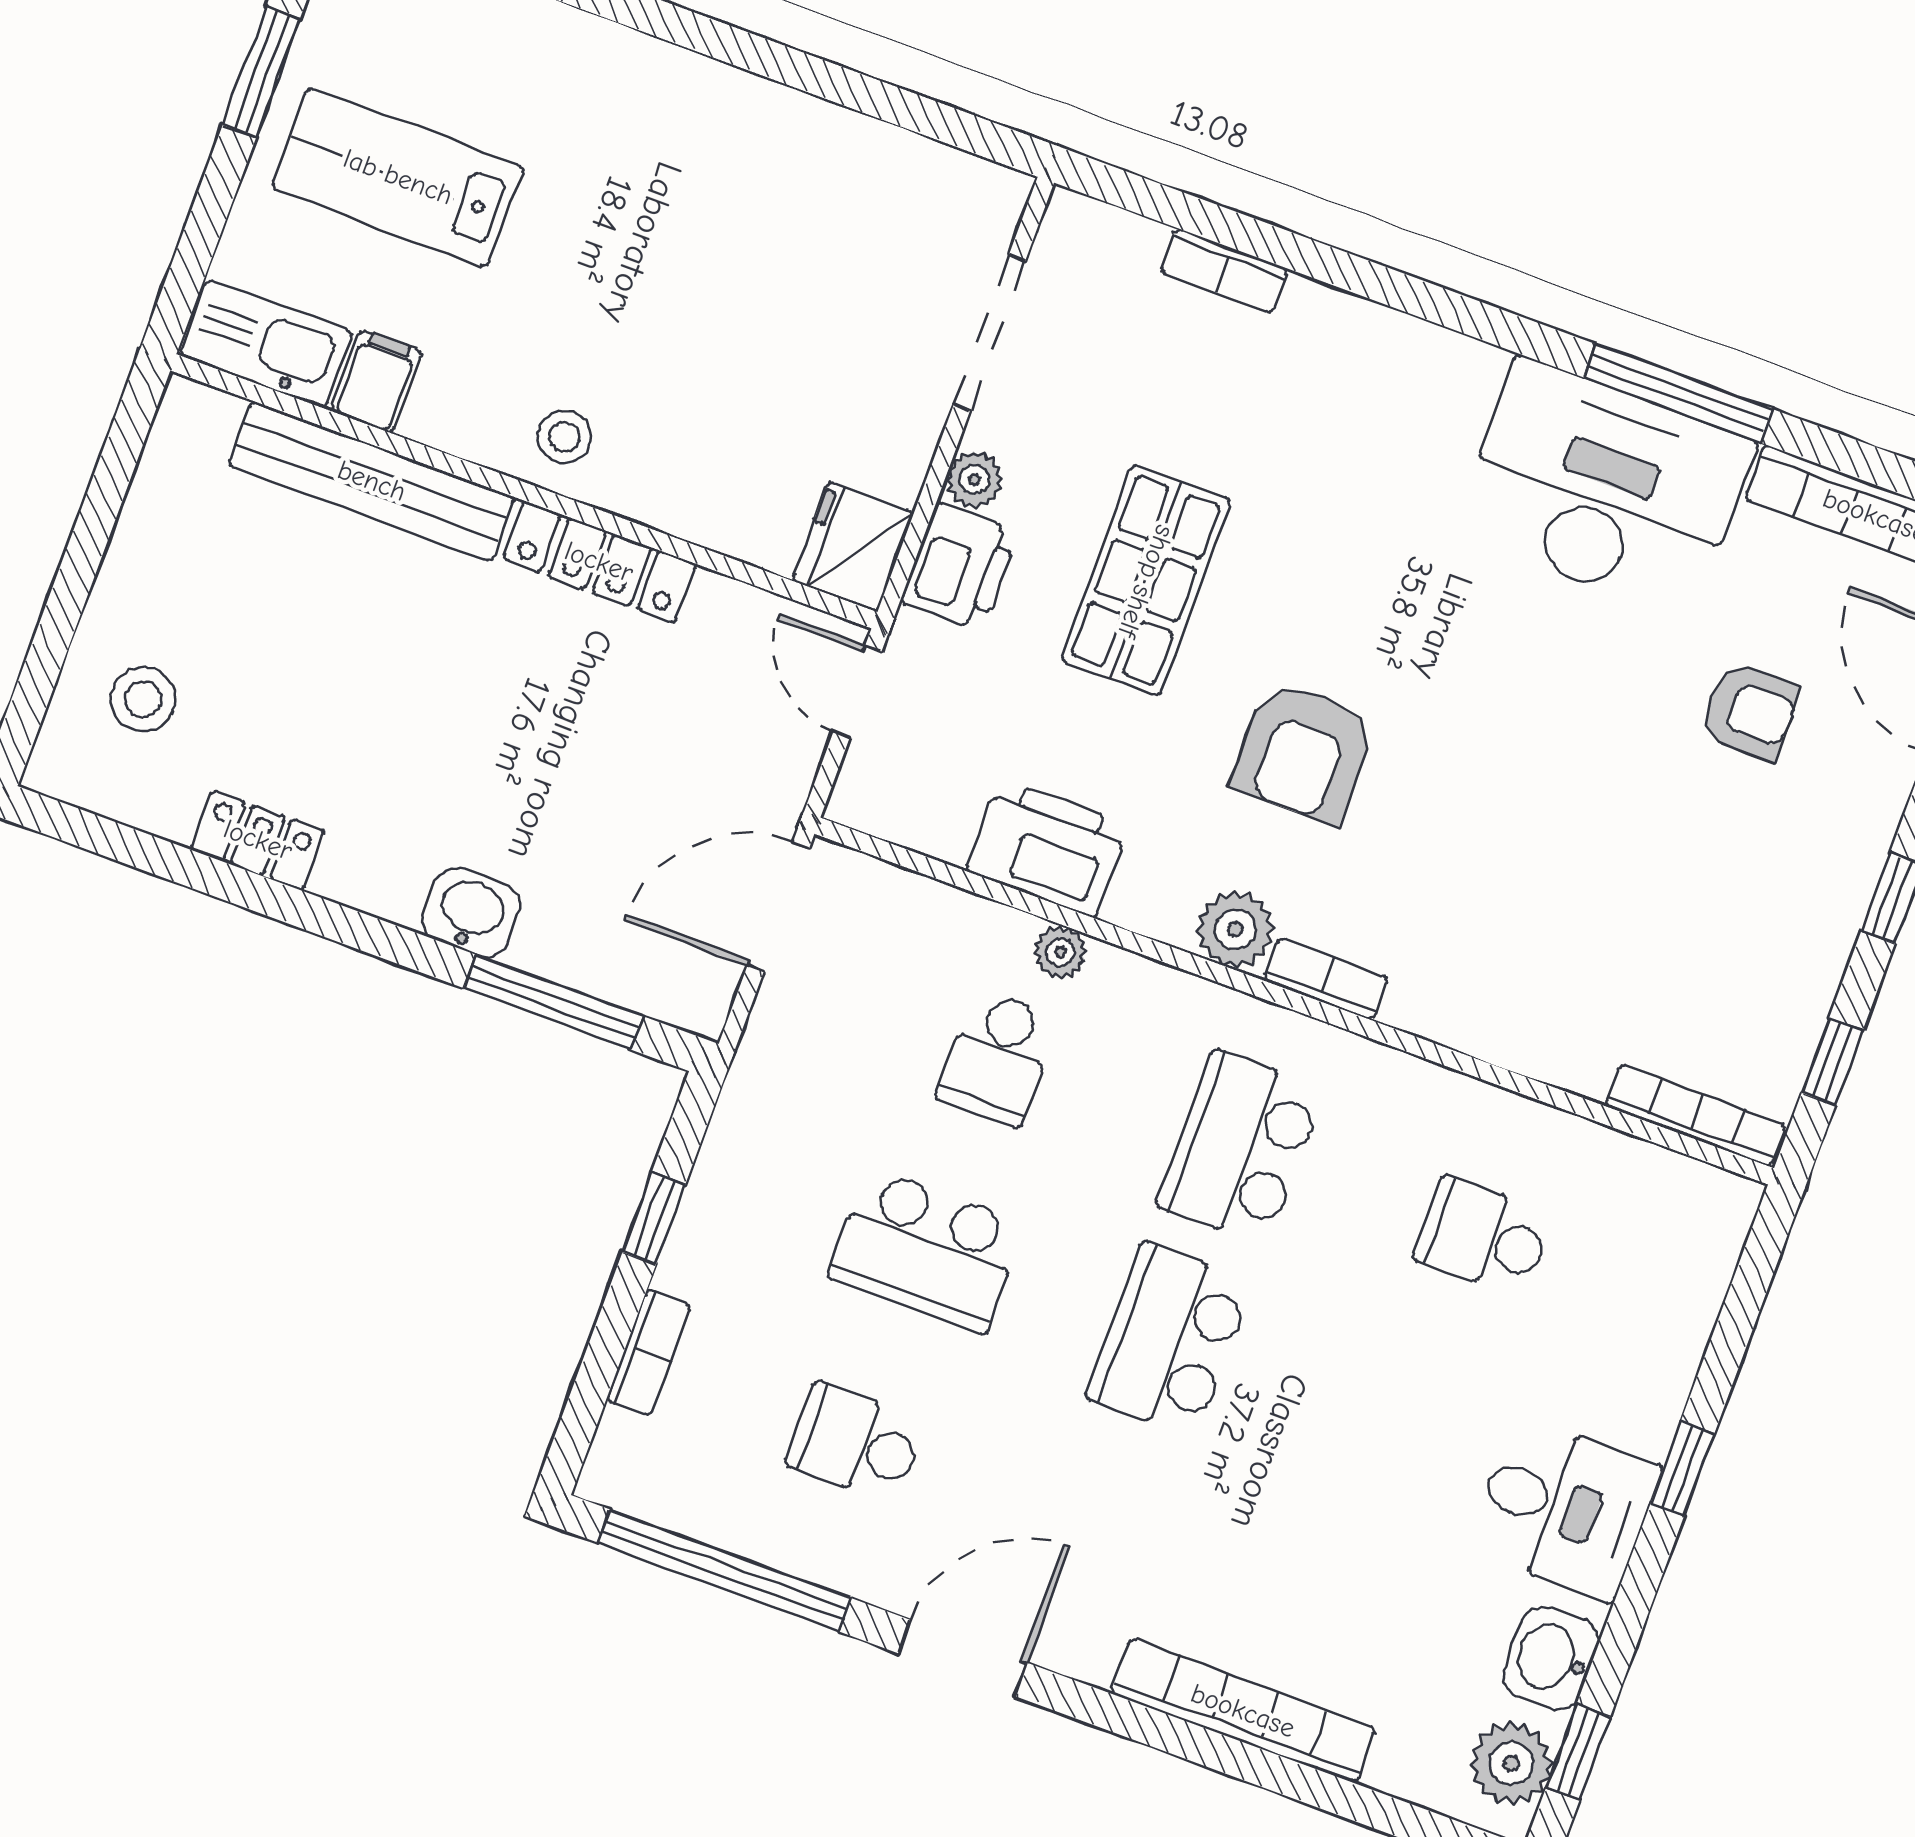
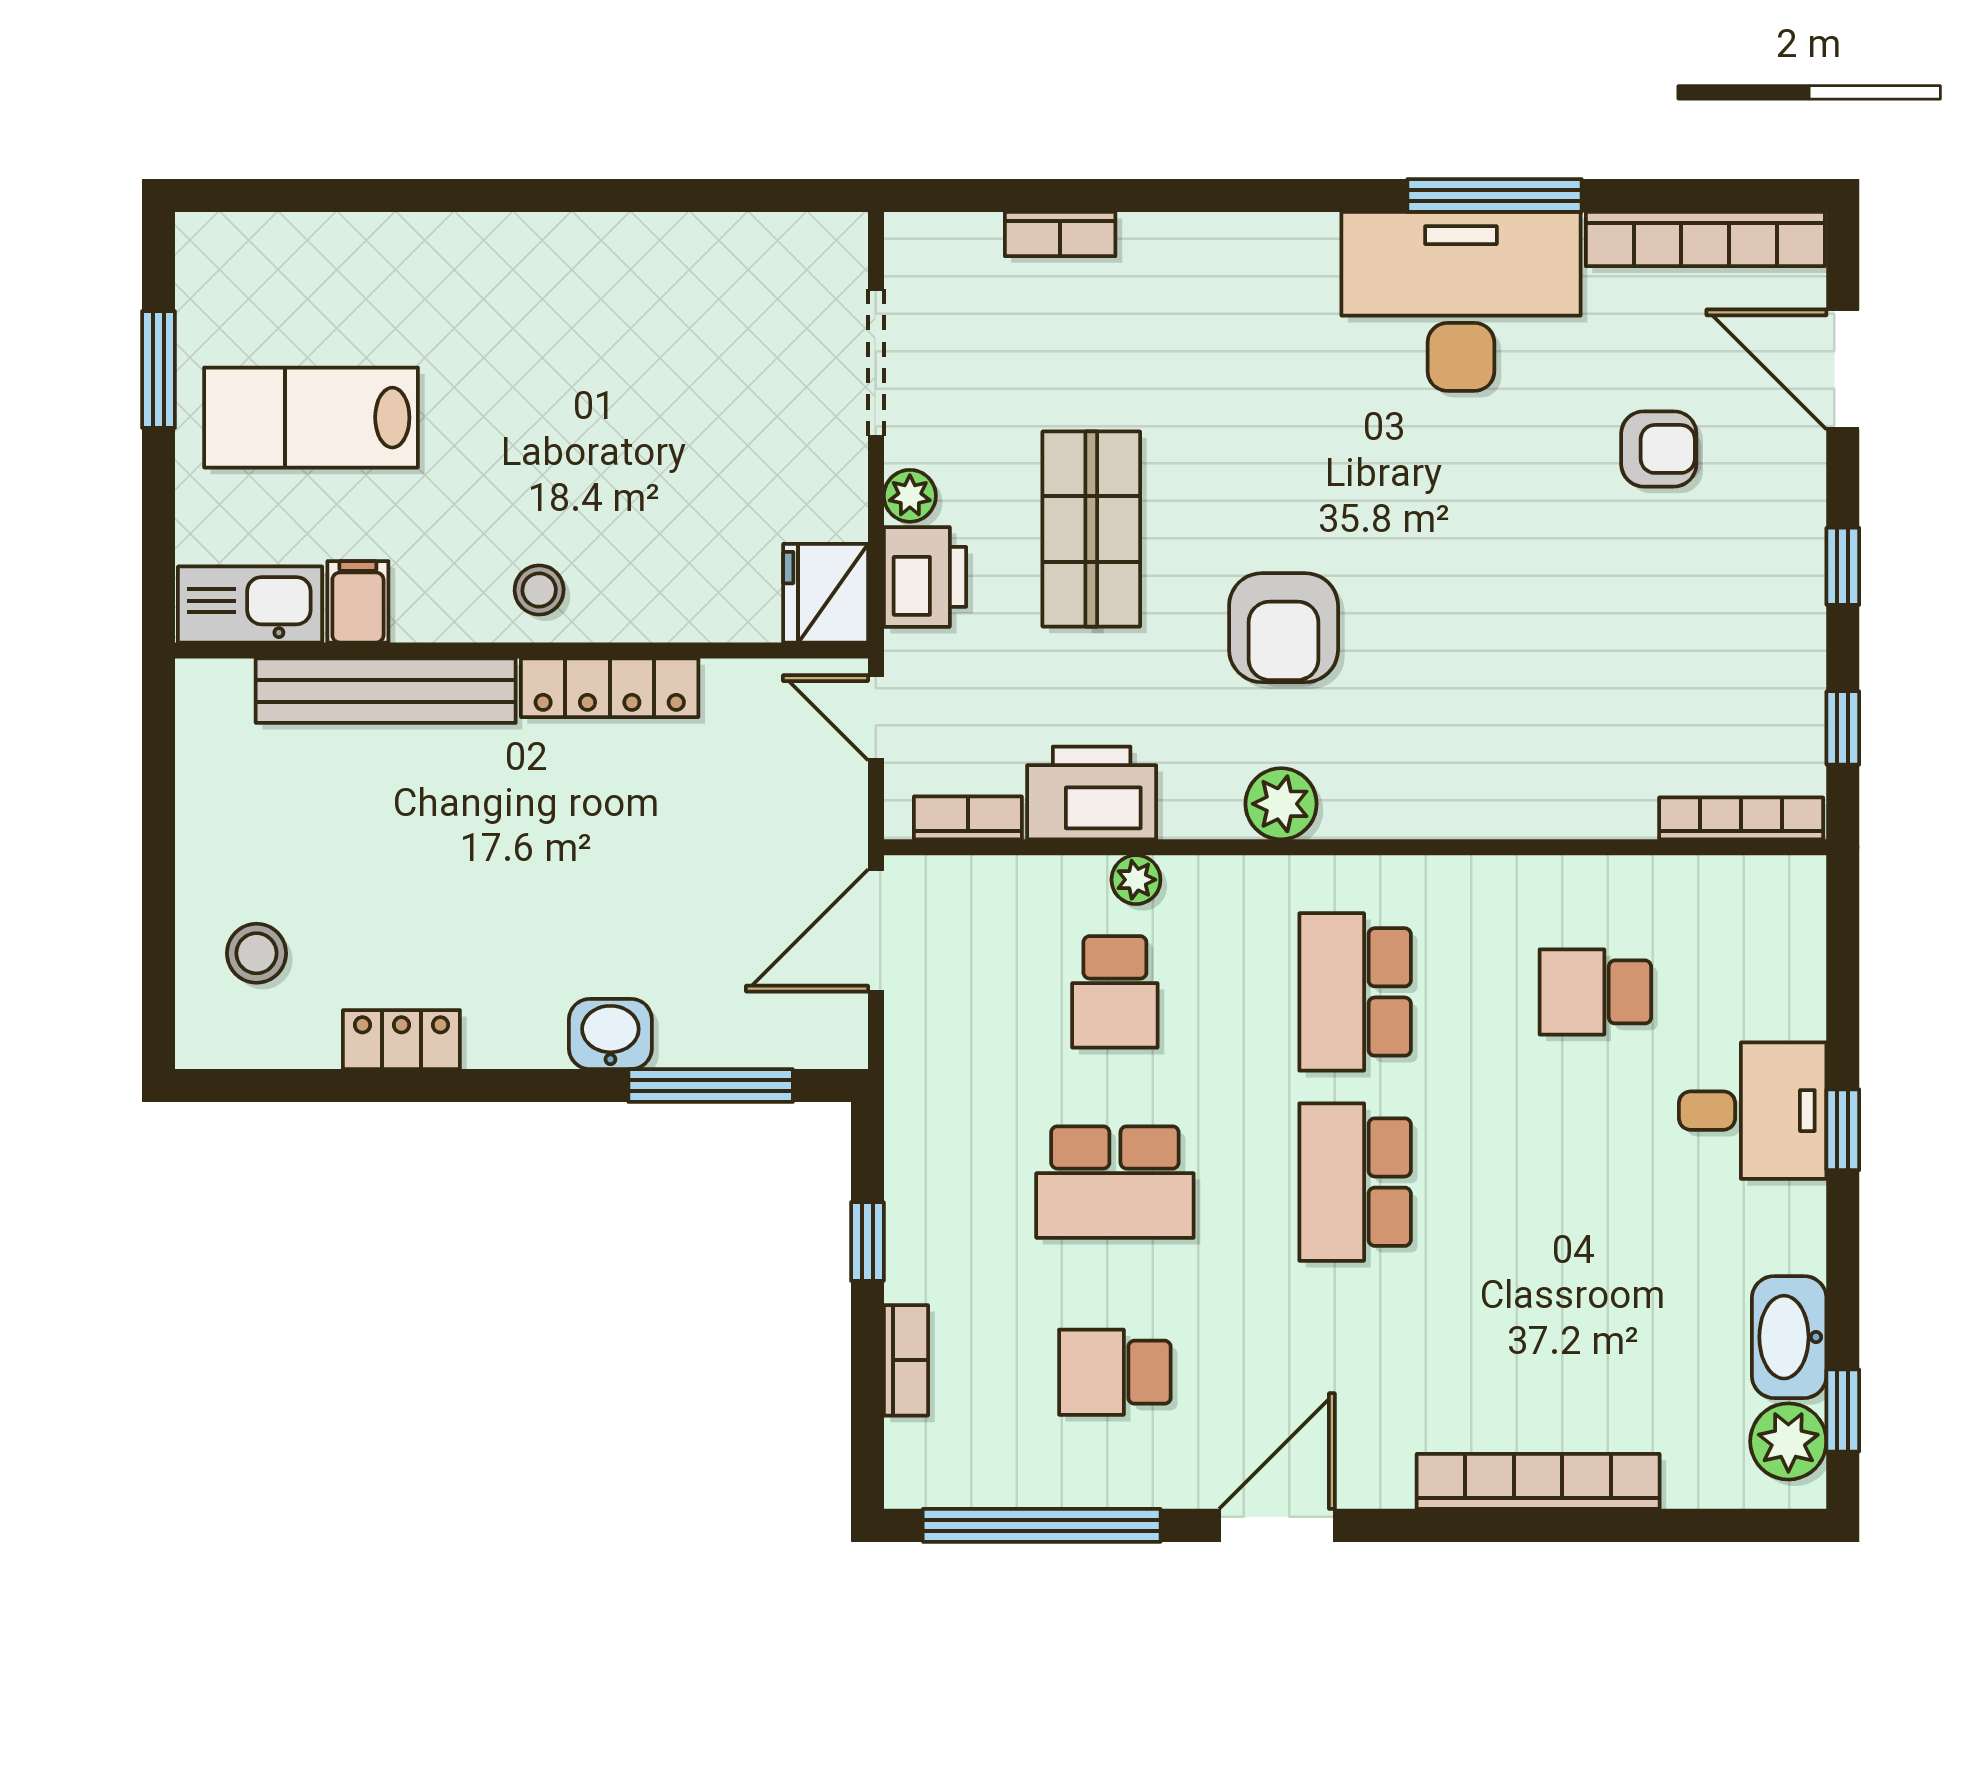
bookcase: (1326, 979) -> (968, 818), moved
desk: (1564, 1508) -> (1753, 1111), moved
washbasin: (1551, 1658) -> (1789, 1337), width x1.38

